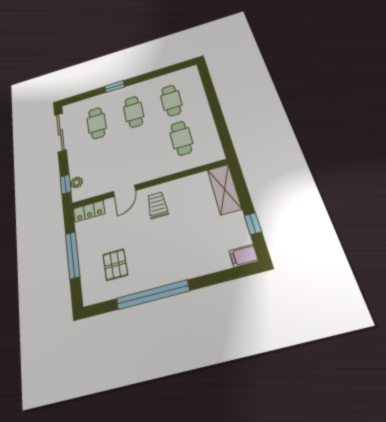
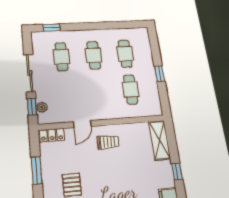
window: (115, 87) -> (52, 28), moved
window: (217, 111) -> (160, 73), added
sliding door: (60, 132) -> (30, 73), moved
trolley: (157, 205) -> (108, 142), turned 90
window: (73, 255) -> (37, 170), width x0.69

